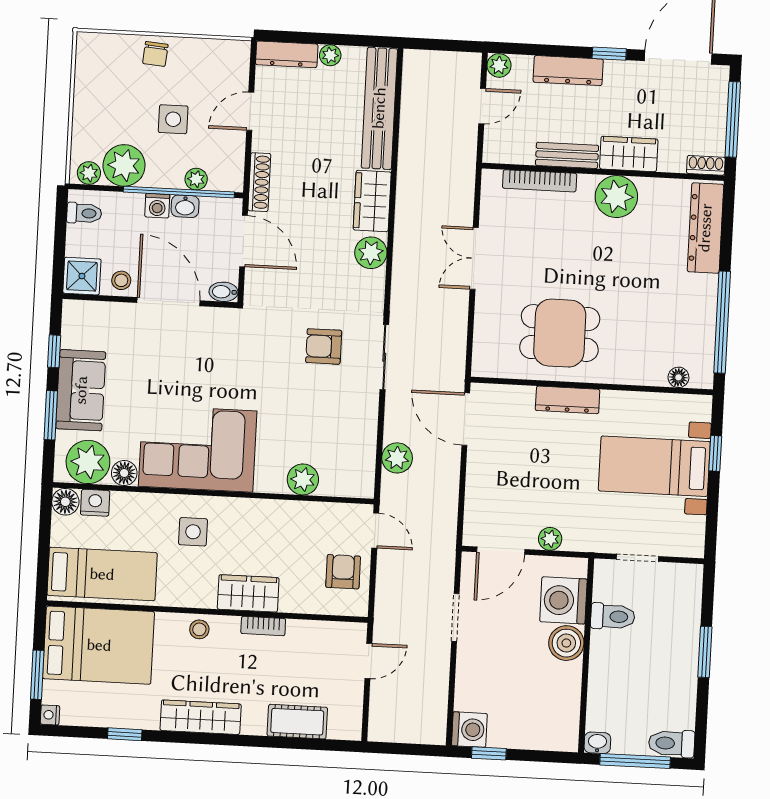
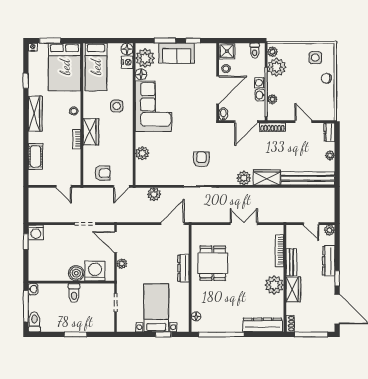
dresser: (287, 54) -> (329, 132), width x0.70
side table: (173, 119) -> (315, 58), moved
toilet: (613, 616) -> (74, 293), moved

